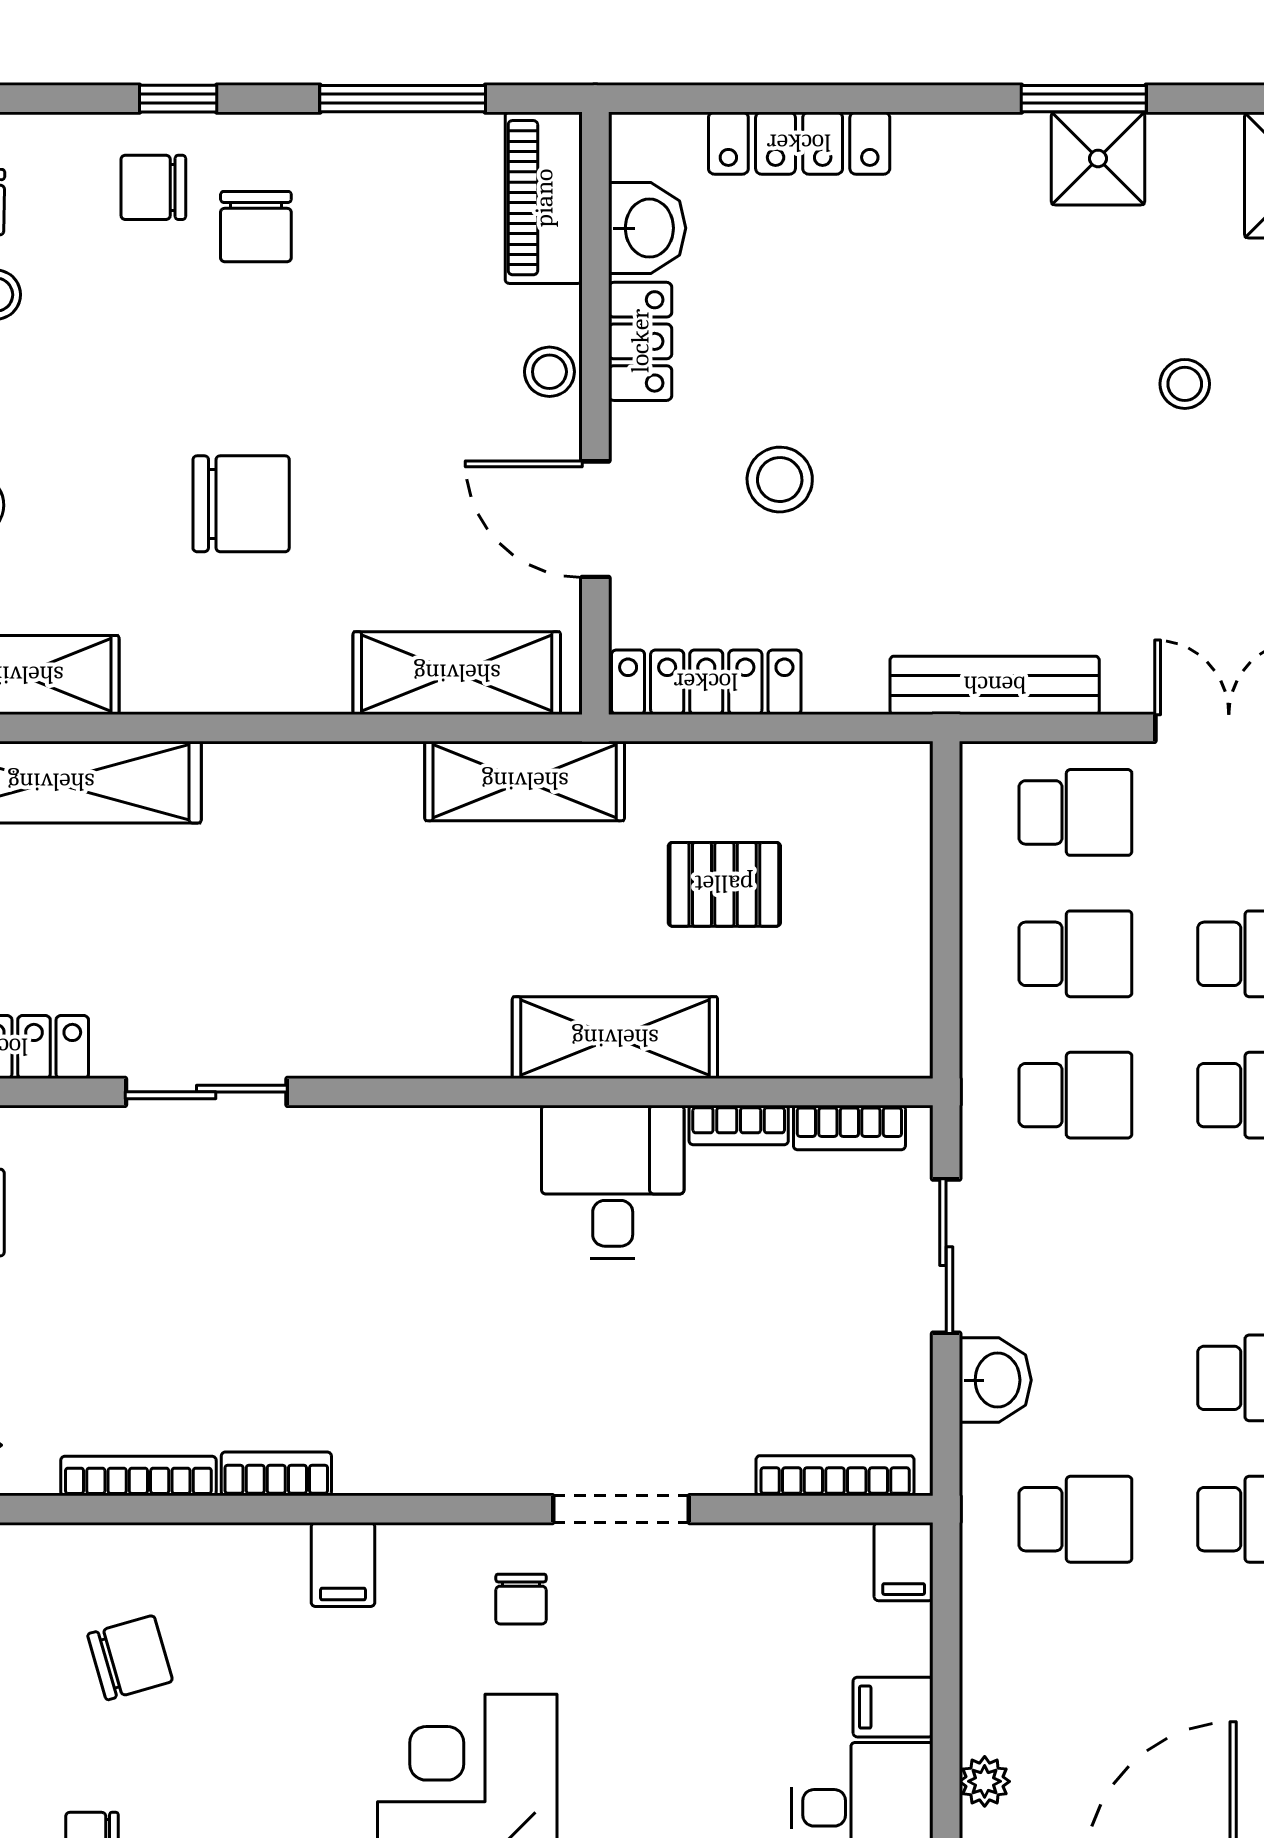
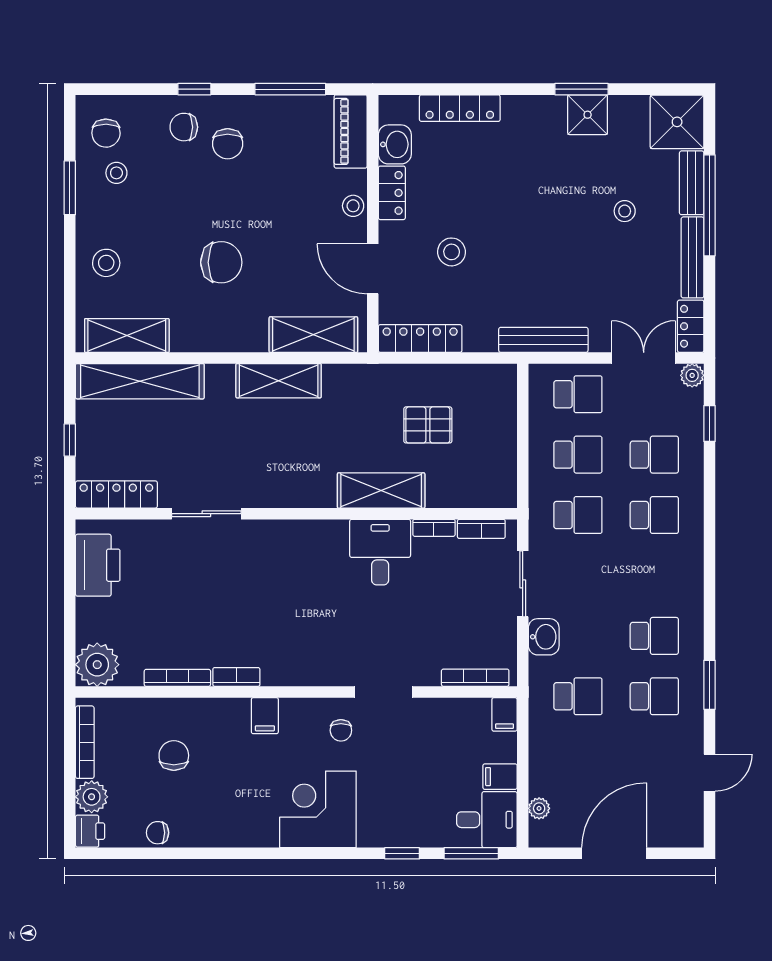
shelving: (525, 781) -> (279, 381), moved
chair: (130, 1658) -> (174, 755), turned -74

